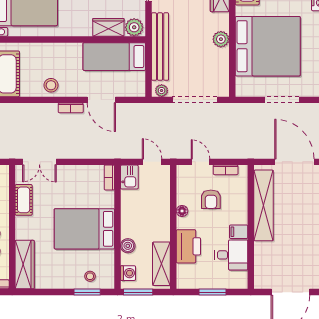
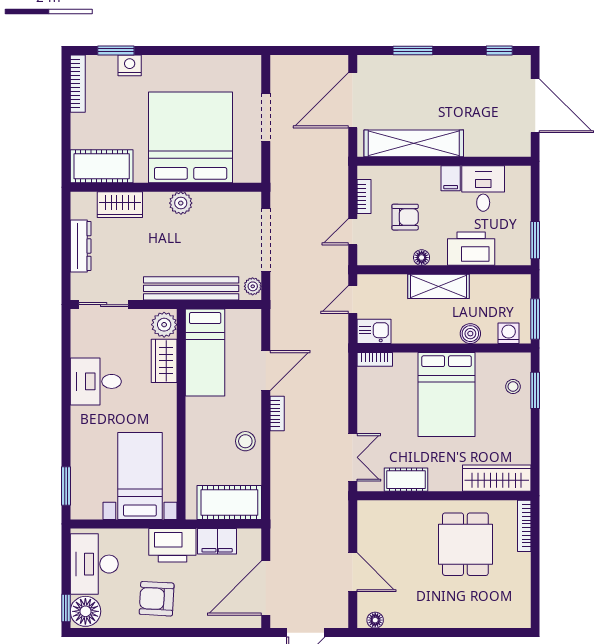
shelving: (161, 264) -> (439, 286), moved
window: (212, 292) -> (535, 240), moved

